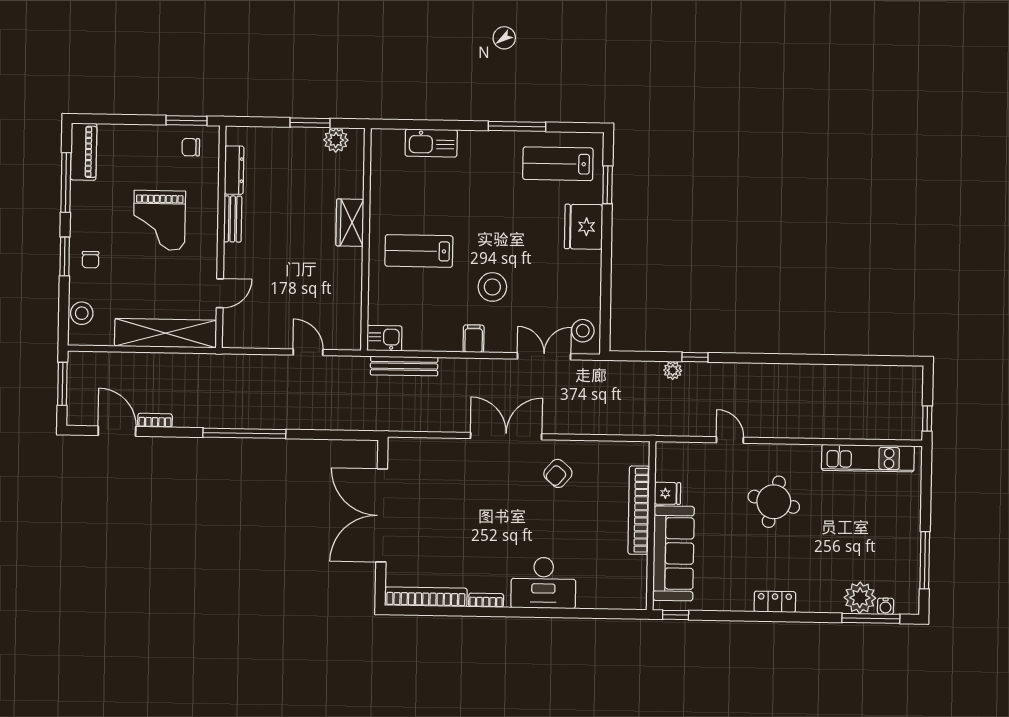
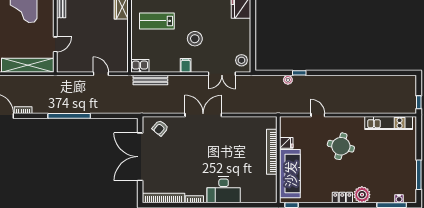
double door: (544, 356) -> (222, 74), swing flipped
armchair: (558, 473) -> (160, 128), moved
plant: (860, 598) -> (362, 195), moved

